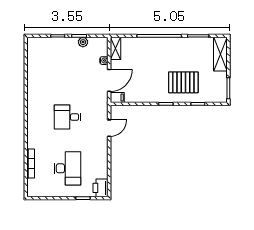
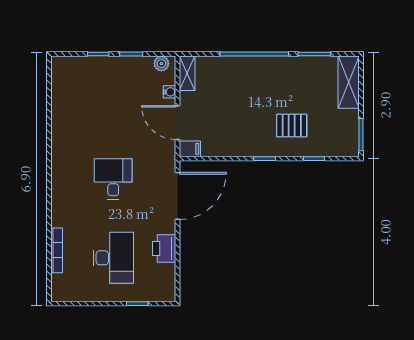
plant: (83, 42) -> (161, 64), moved
door: (109, 80) -> (177, 123), swing flipped
pallet: (183, 82) -> (292, 125), width x0.67, depth x0.71
desk: (67, 117) -> (113, 179), turned 90
door: (109, 128) -> (177, 196), width x1.88
printer: (101, 188) -> (164, 248), moved

